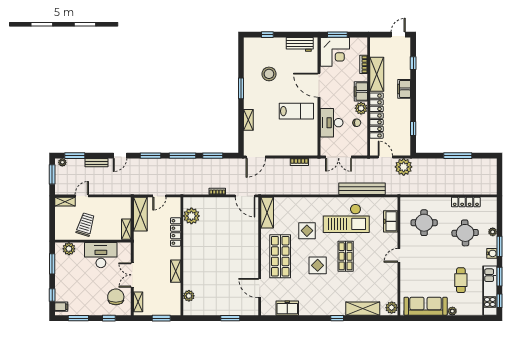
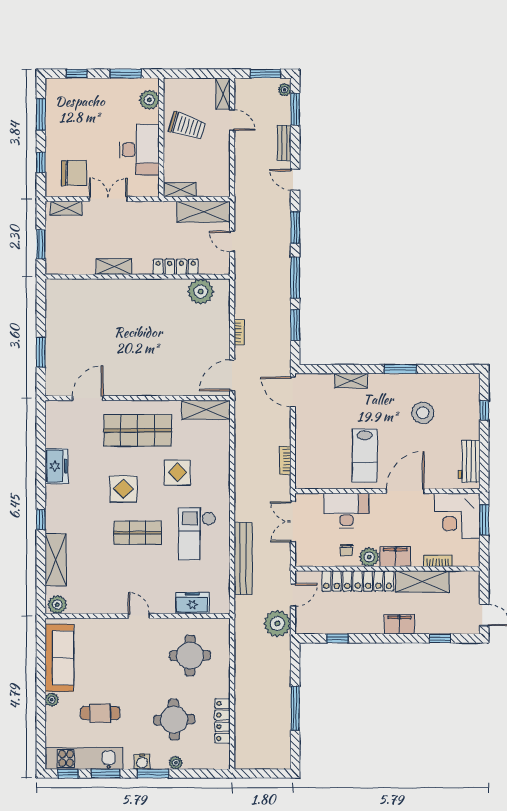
checkout: (346, 218) -> (197, 534), width x0.73, depth x0.83
plant: (189, 296) -> (76, 287), removed
filing cabinet: (61, 307) -> (59, 88), removed
freezer: (287, 308) -> (56, 466), moved

